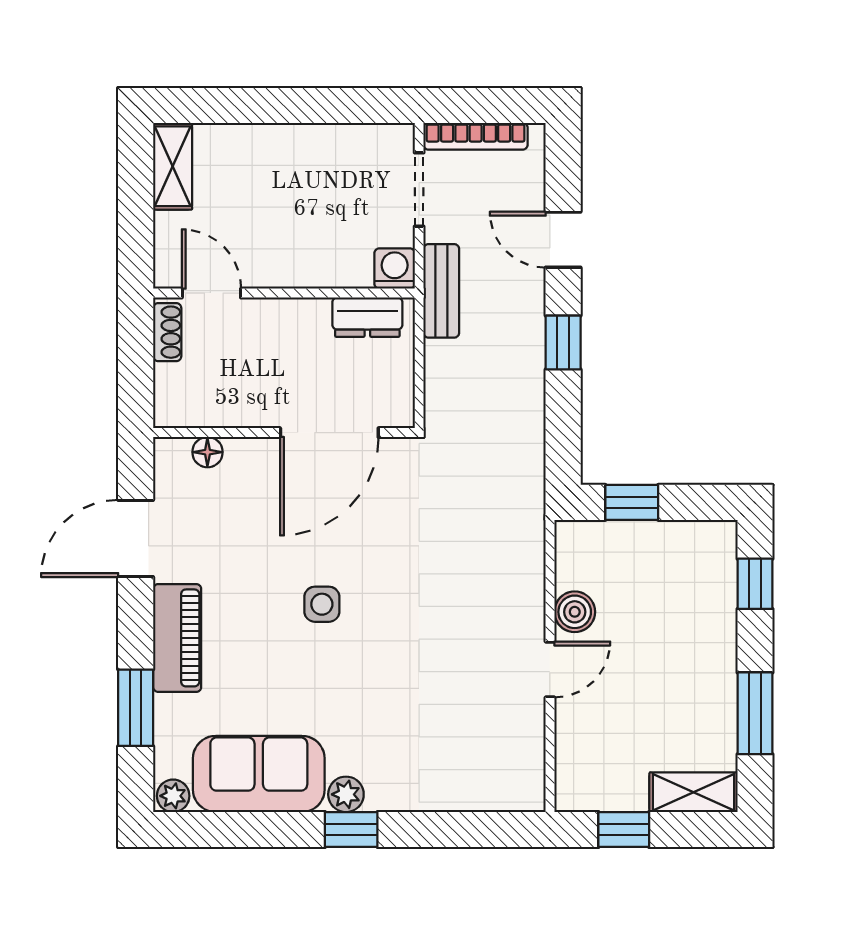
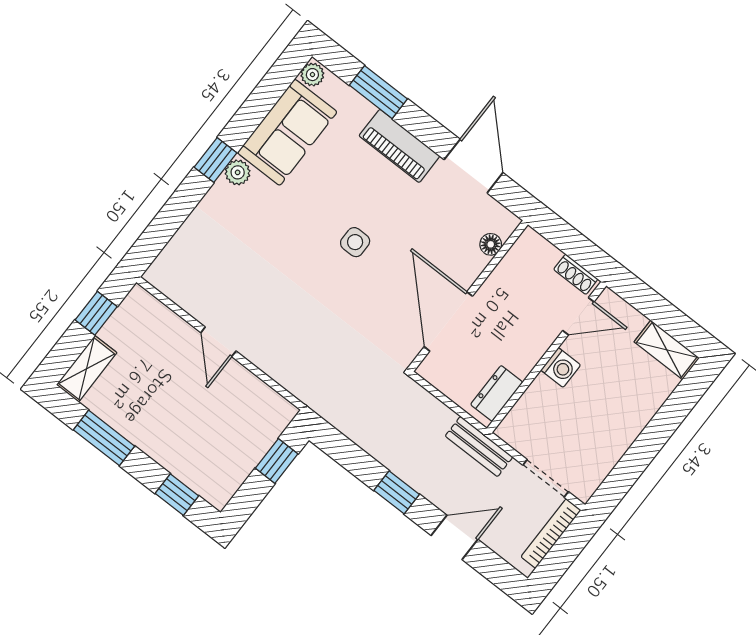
washing machine: (395, 268) -> (561, 368), moved
boiler: (575, 612) -> (240, 381), removed

